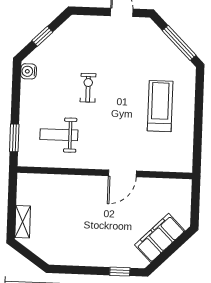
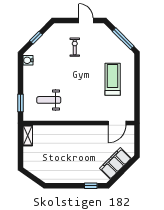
exercise bike: (88, 88) -> (75, 47), moved
door: (122, 173) -> (117, 123), moved
shelving: (23, 222) -> (28, 135), moved

